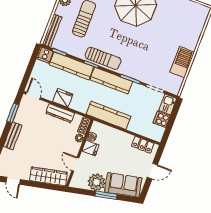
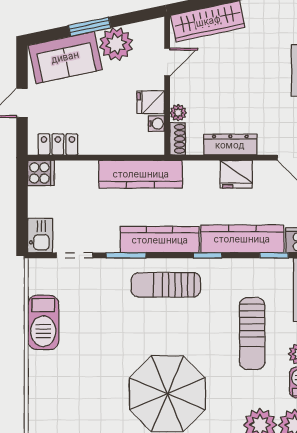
sun lounger: (103, 58) -> (166, 285), moved
cooker: (162, 119) -> (41, 173), moved
door: (75, 164) -> (167, 62), hinge flipped

